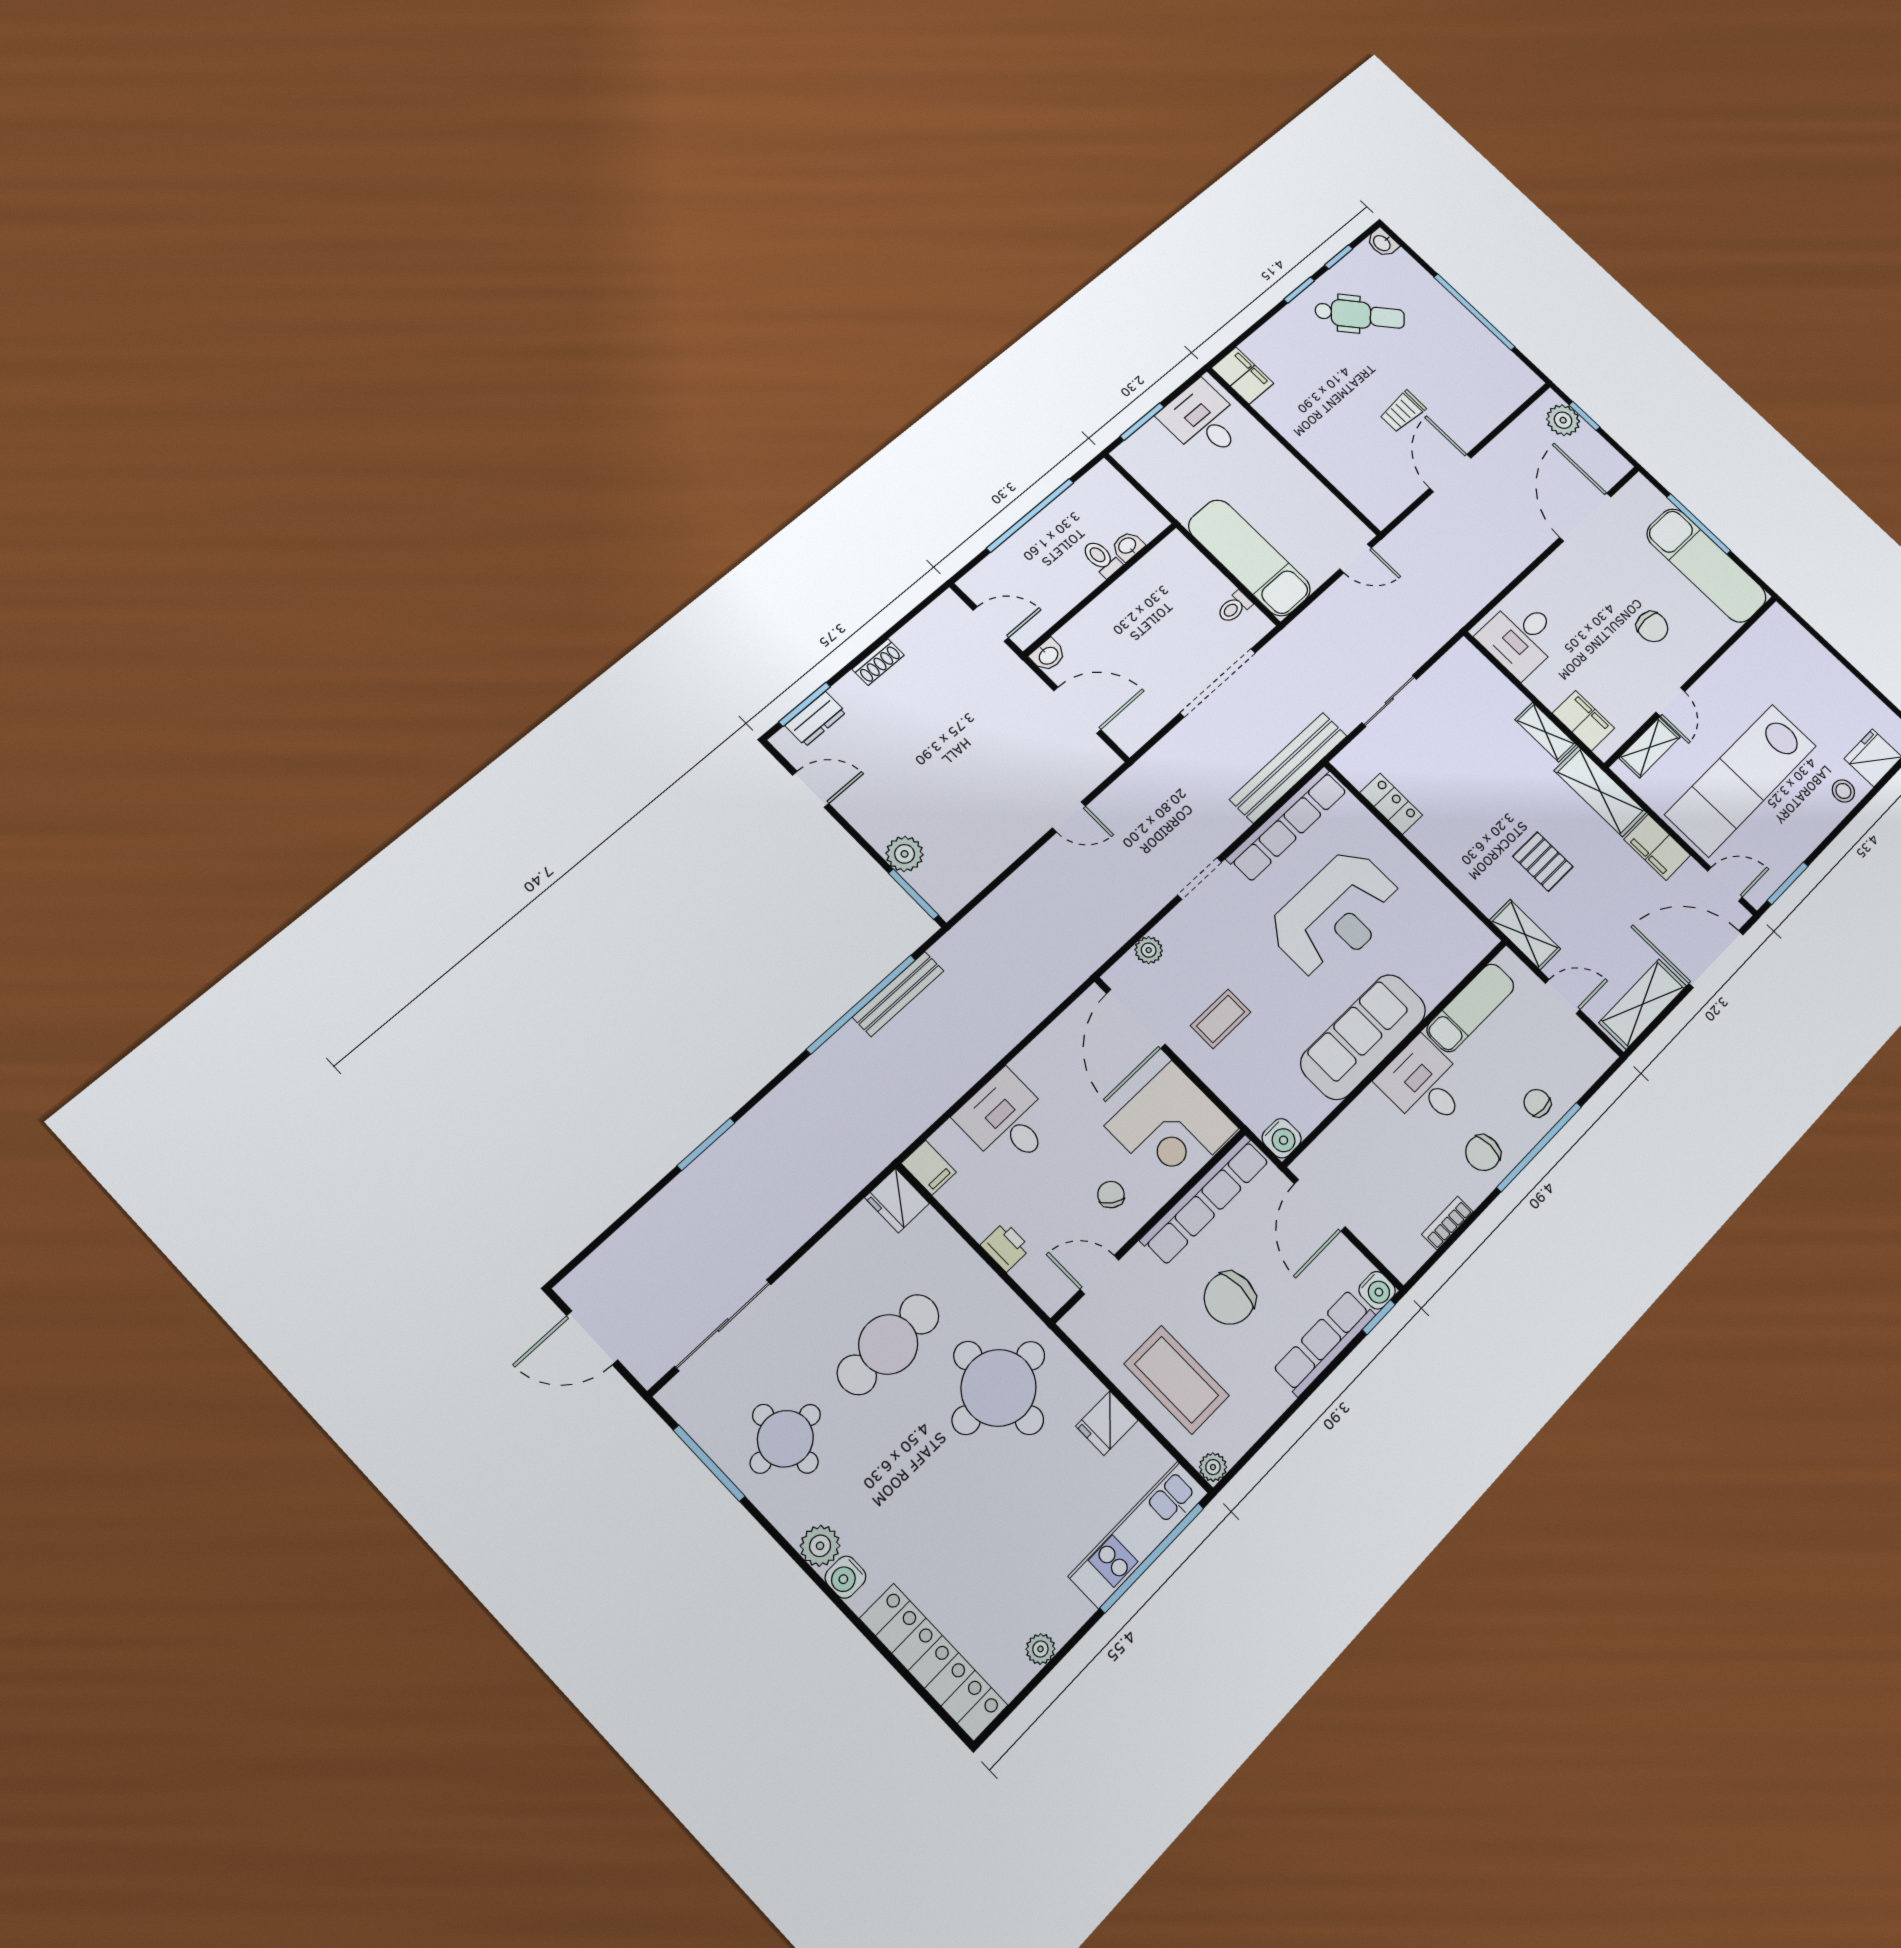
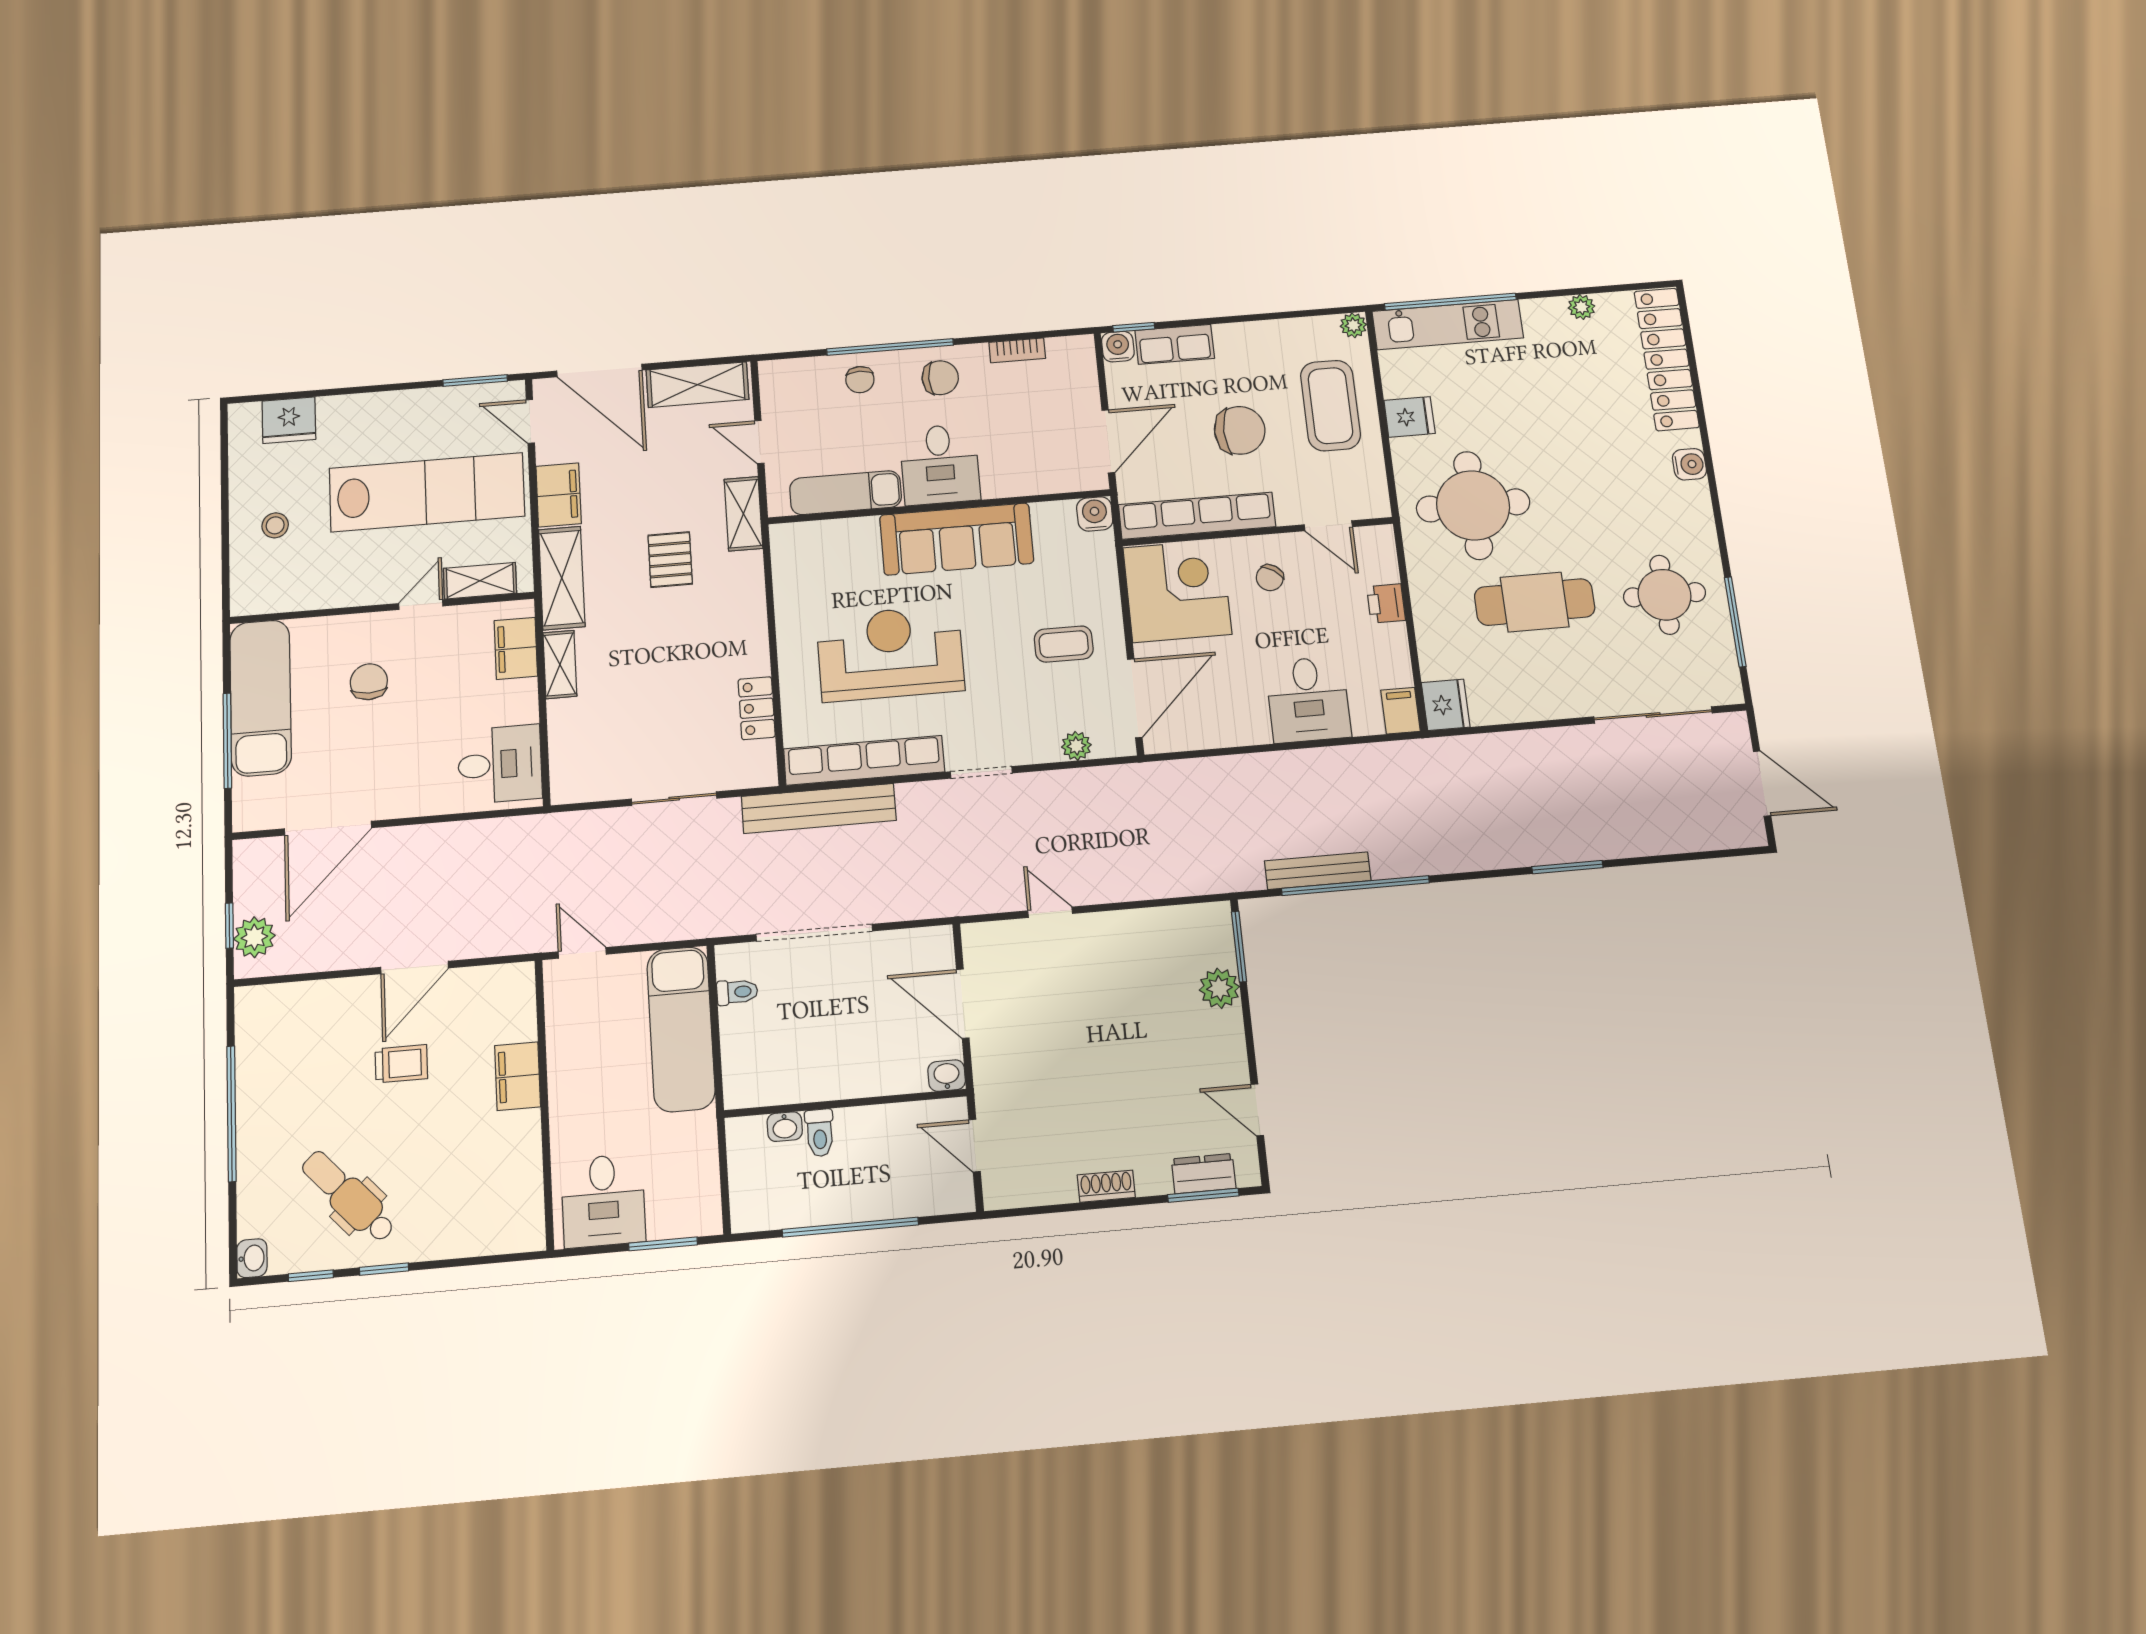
filing cabinet: (1242, 376) -> (518, 1076), moved
stool: (1843, 791) -> (275, 525), moved
row of seats: (1324, 1343) -> (1175, 344), width x0.68
plant: (820, 1546) -> (1693, 500), removed

